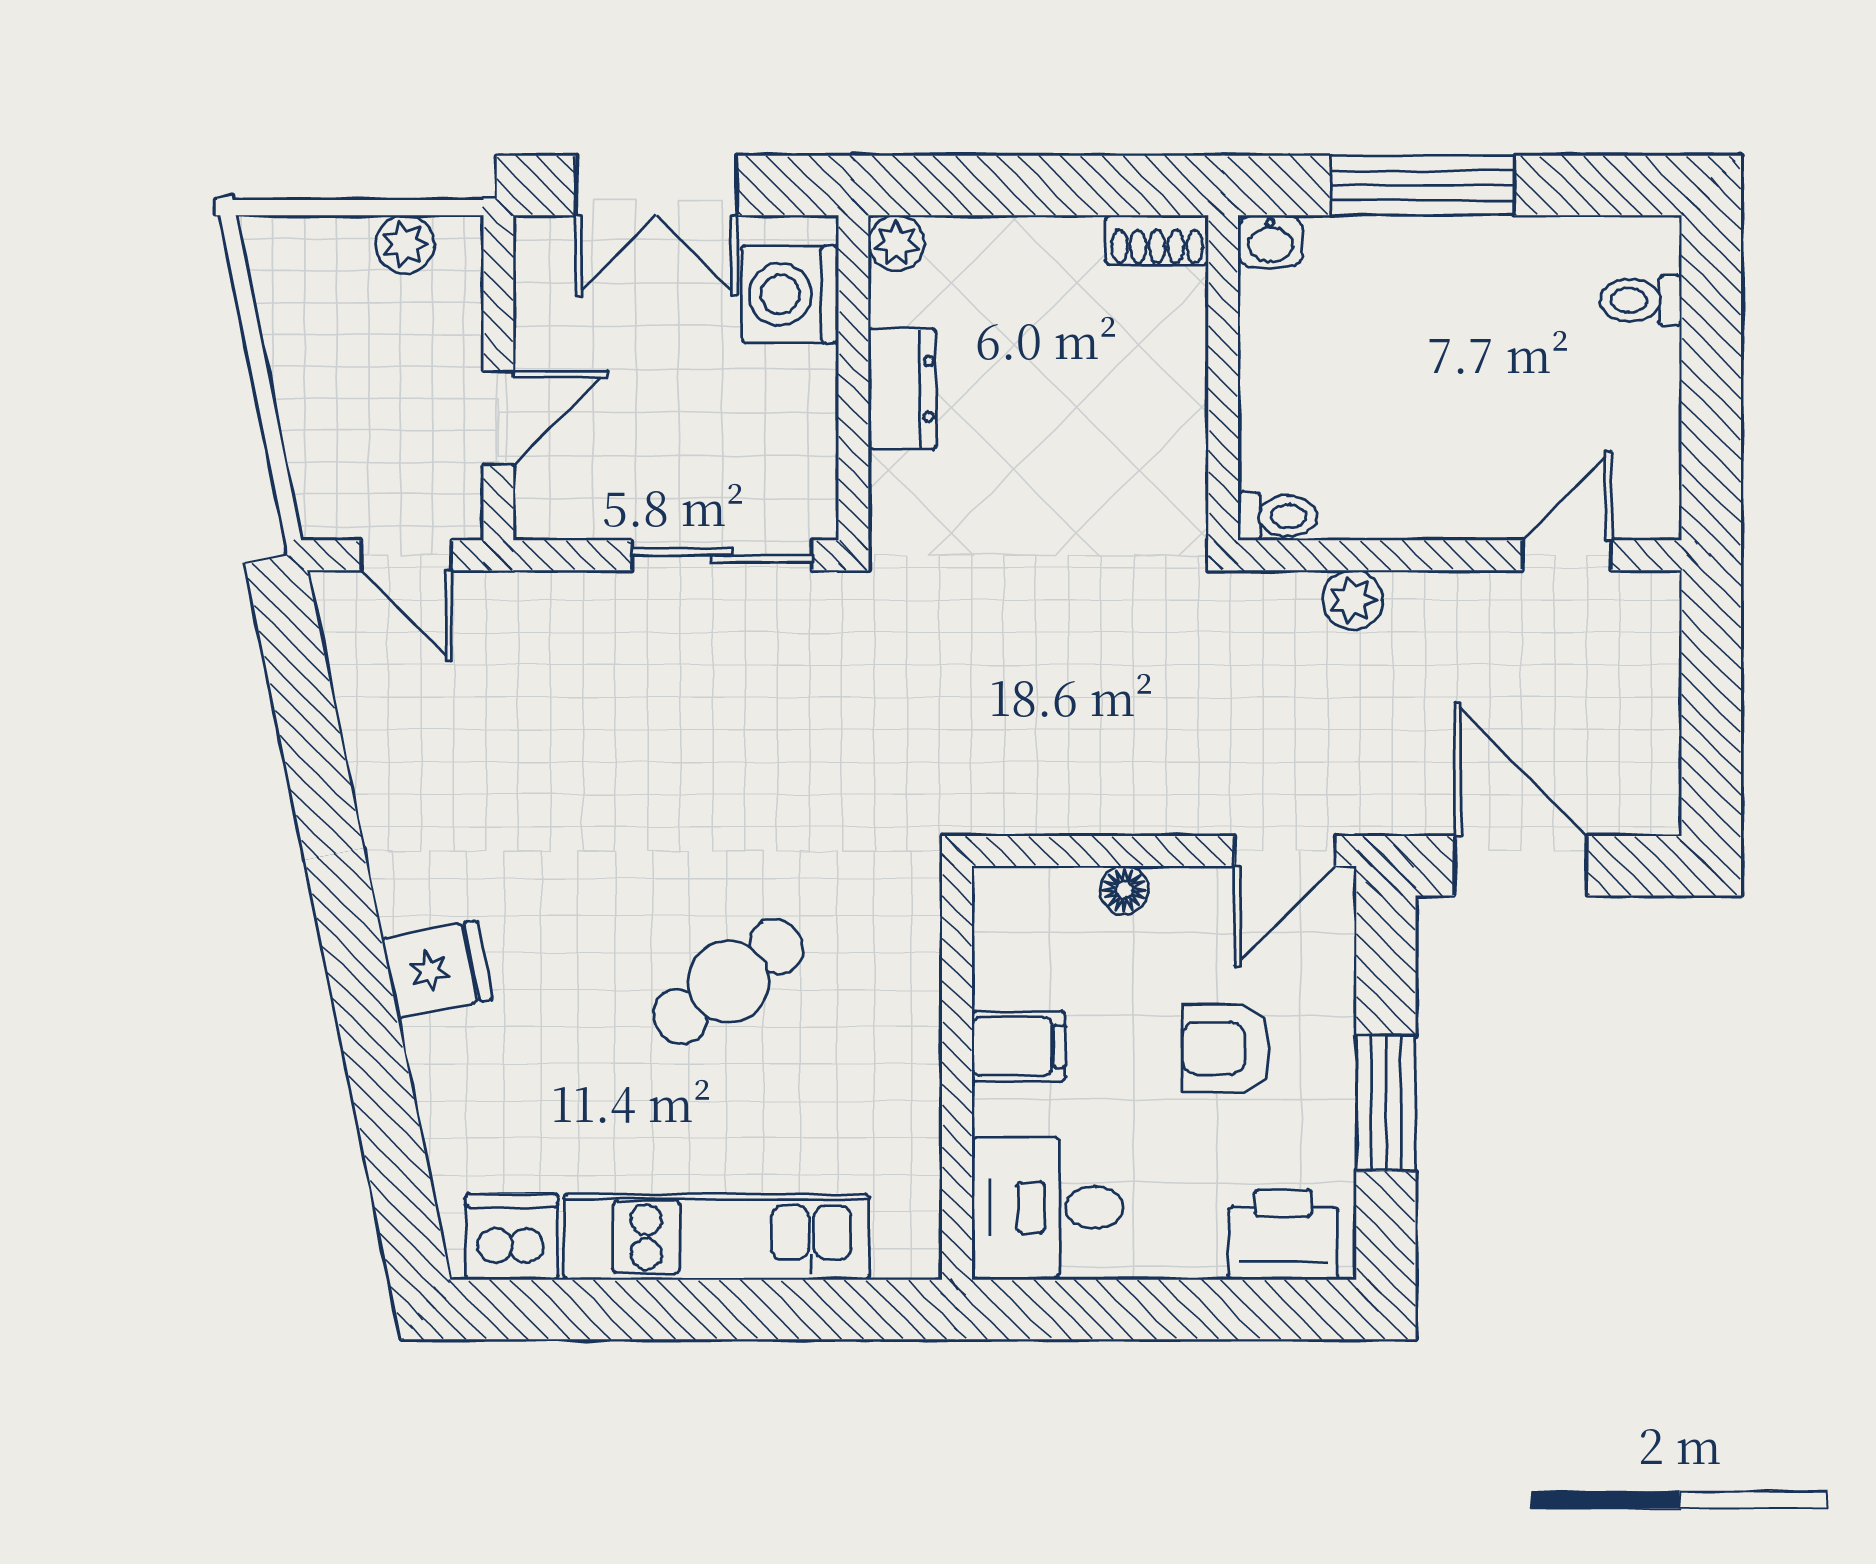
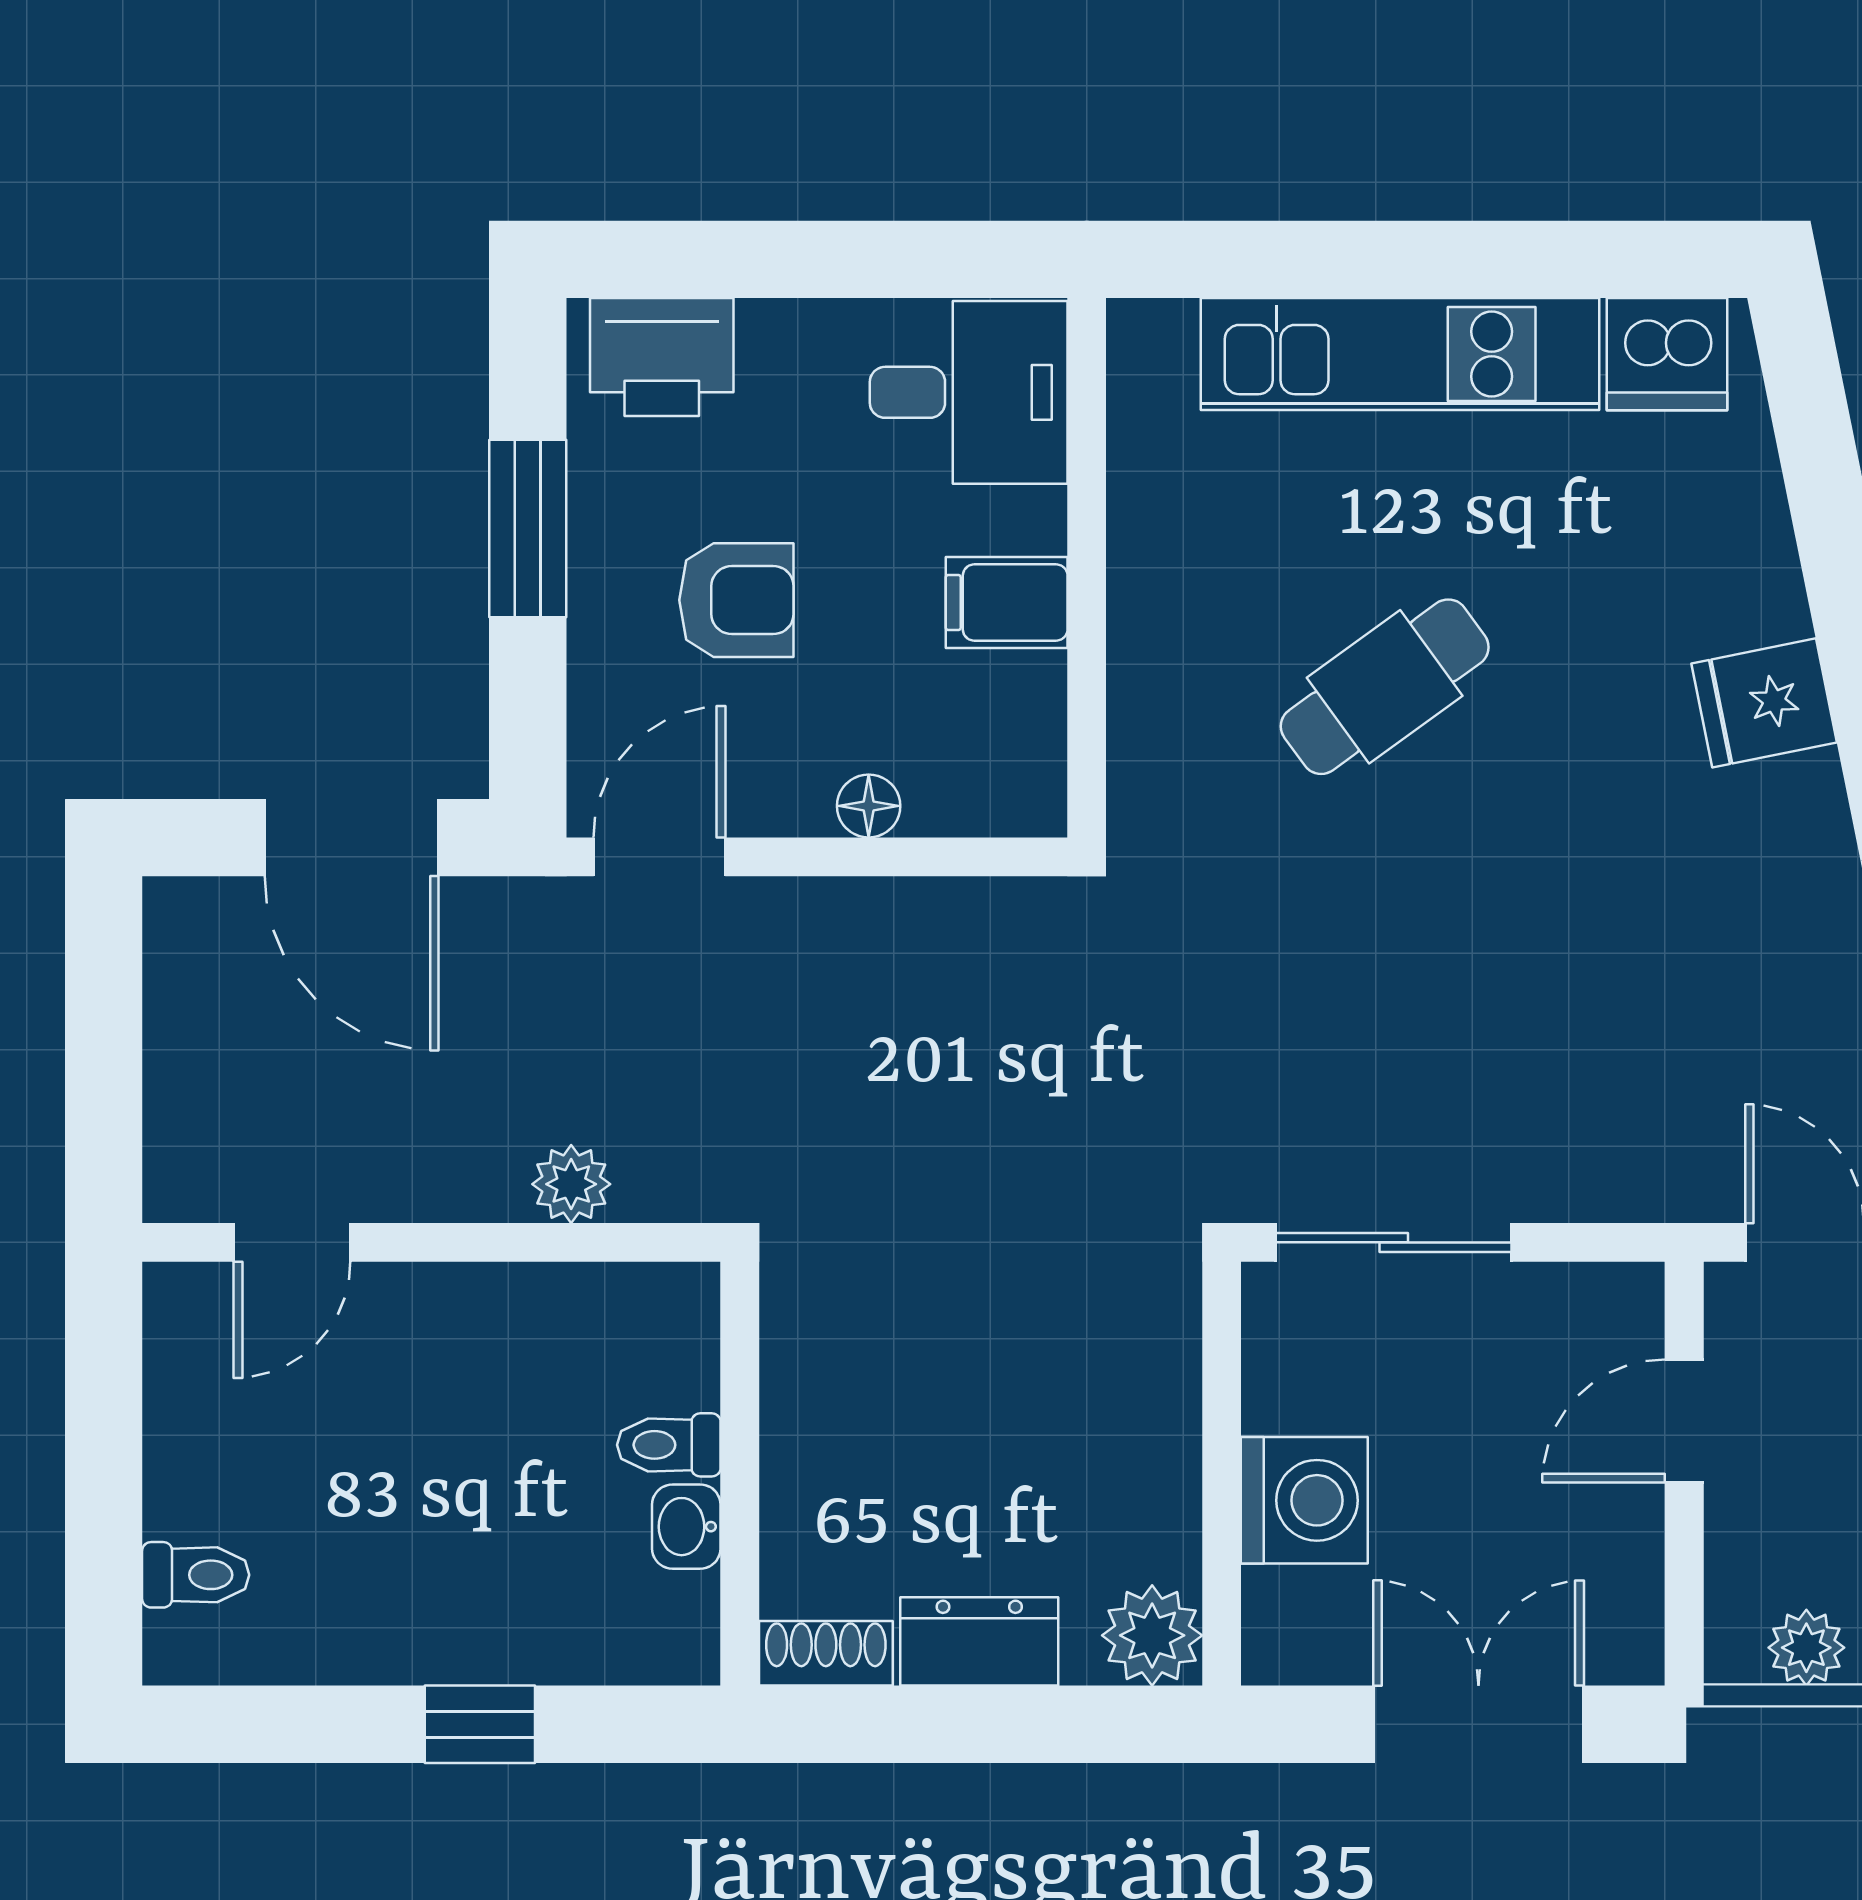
window: (1423, 185) -> (480, 1724), width x0.46
washbasin: (1270, 241) -> (686, 1527), moved, turned -90
plant: (896, 243) -> (1152, 1635), width x1.38, depth x1.38
washing machine: (790, 294) -> (1304, 1500), moved
dresser: (902, 389) -> (979, 1641), moved, turned 90
toilet: (1278, 516) -> (669, 1445), moved

